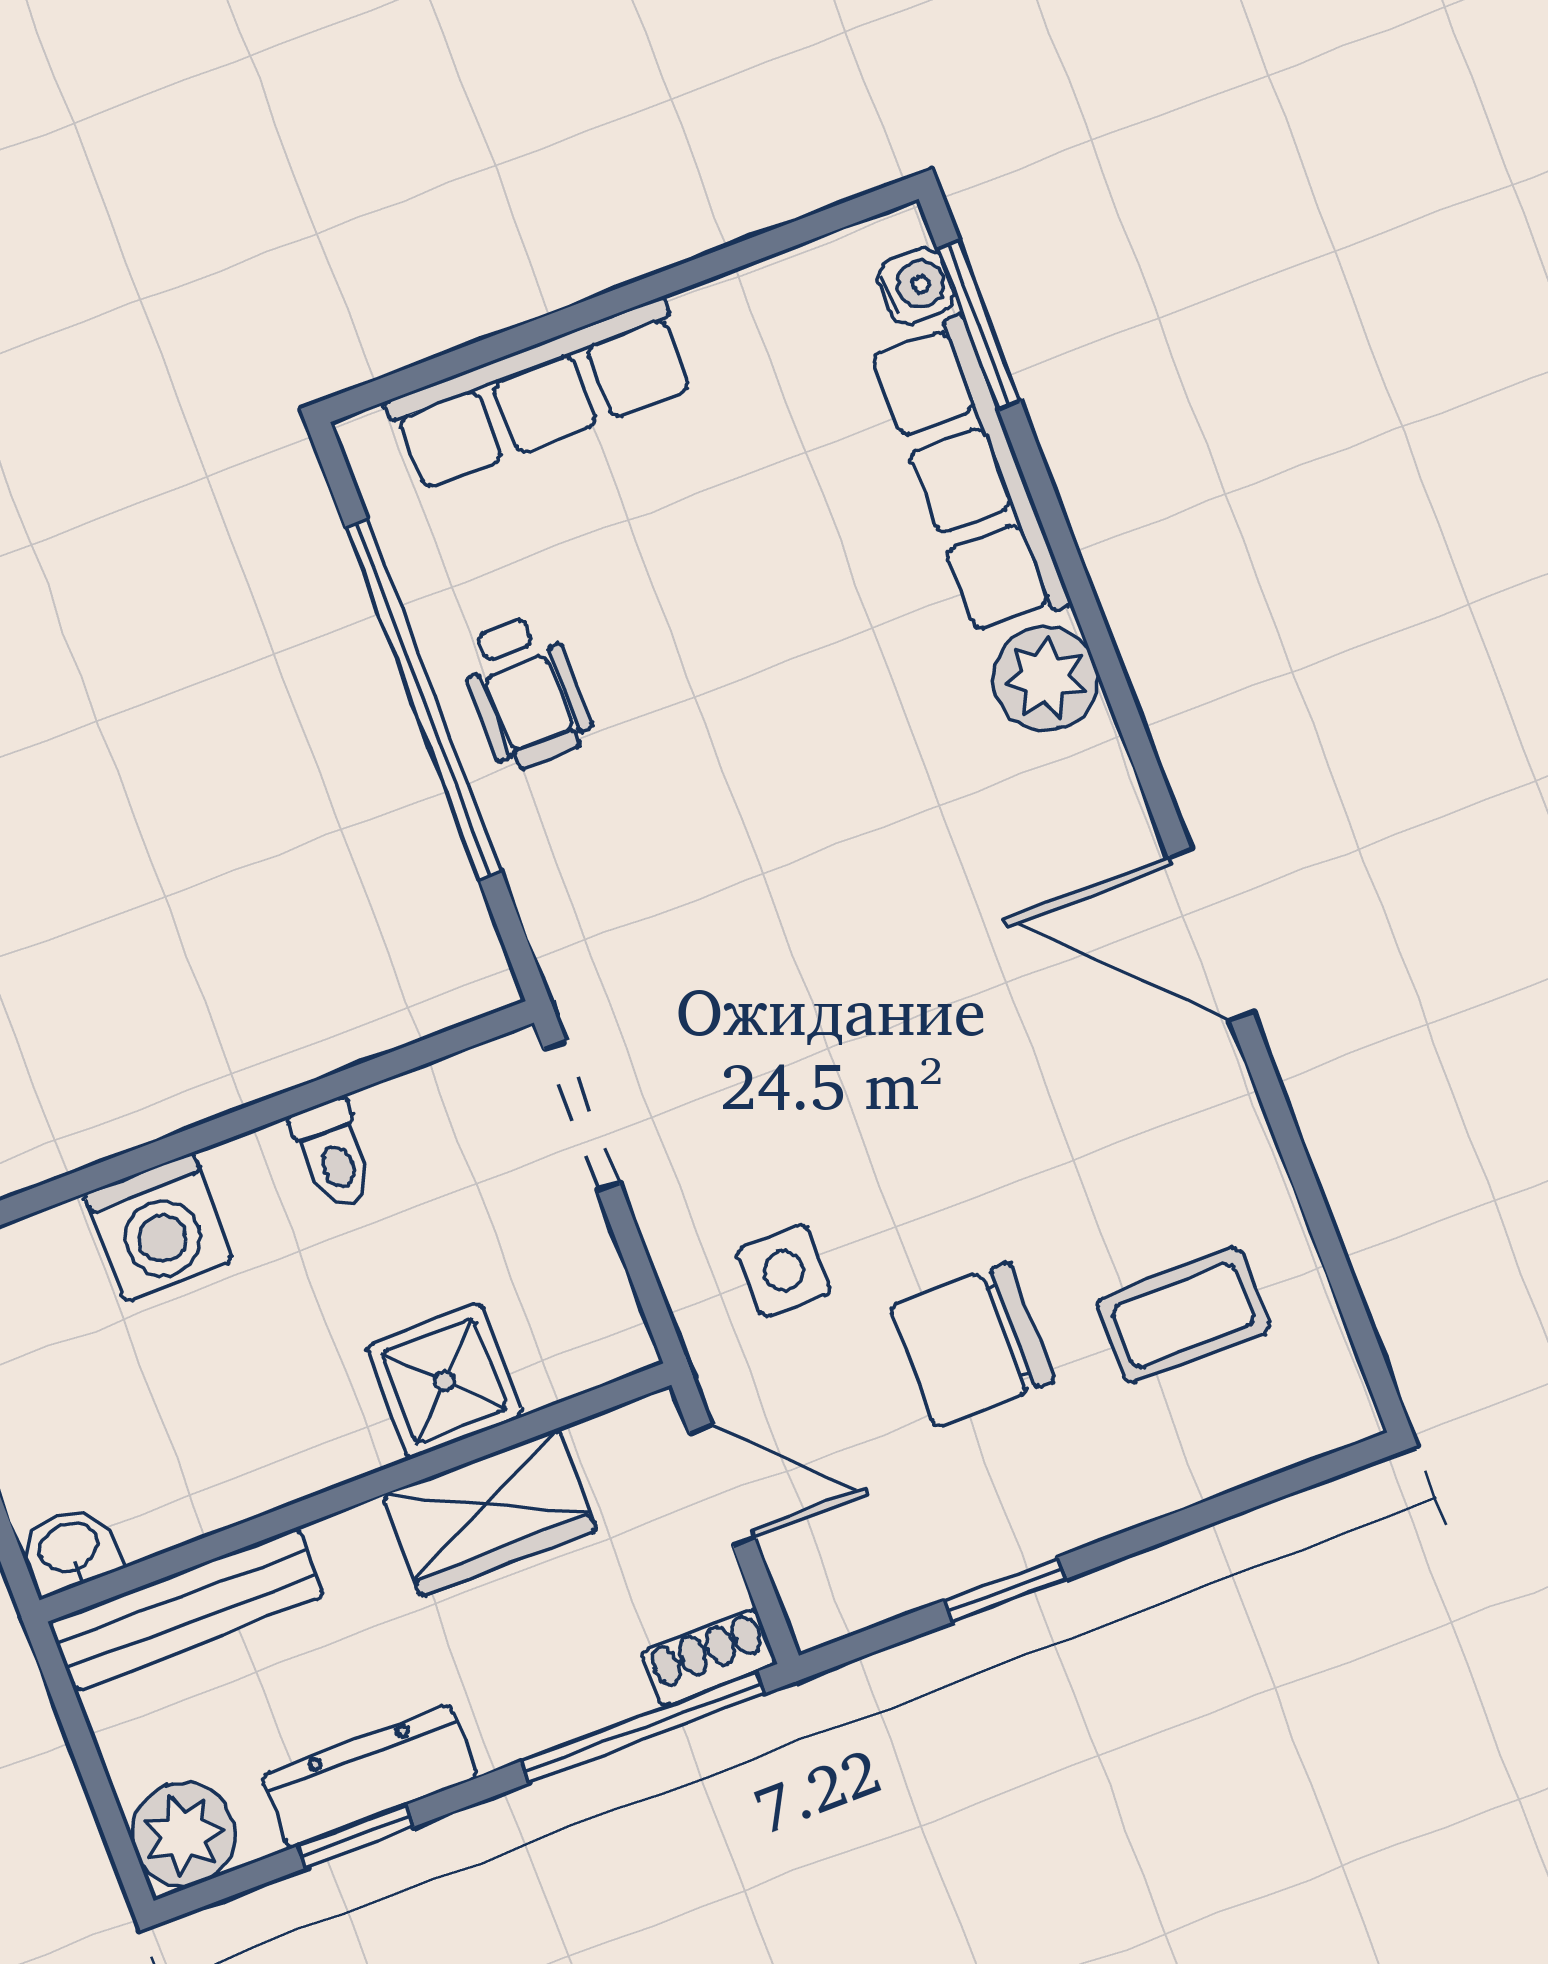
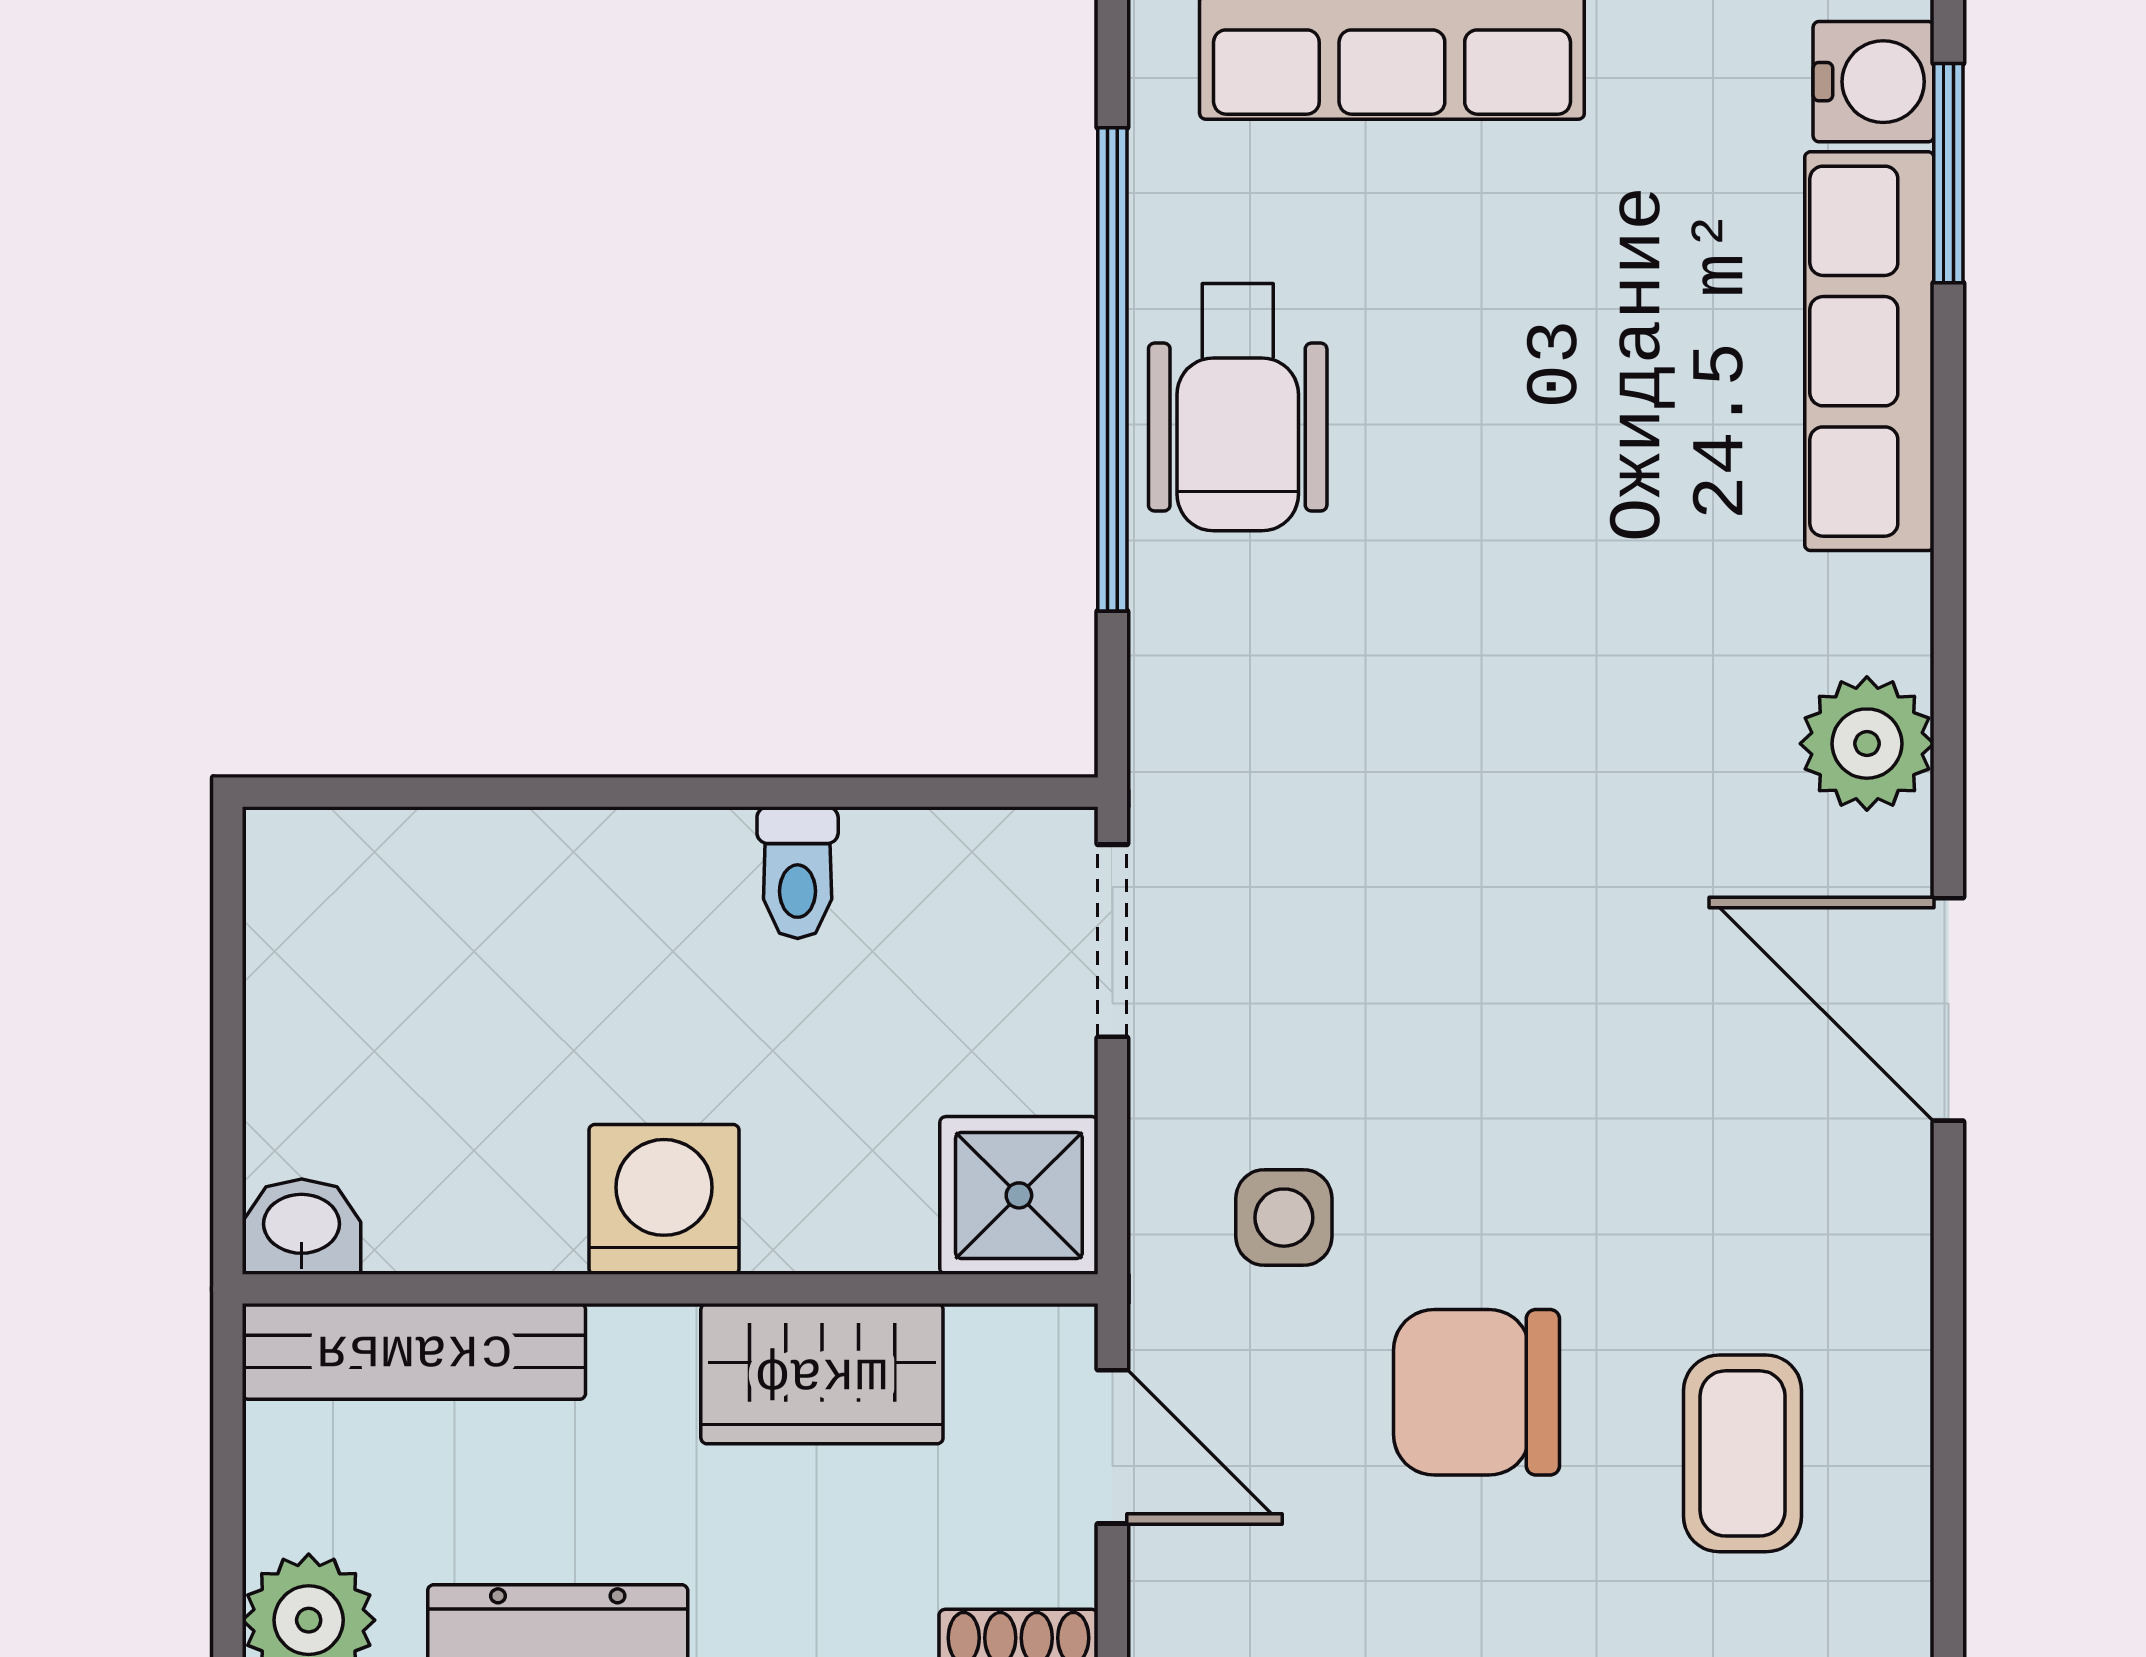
water cooler: (916, 286) -> (1874, 82), width x1.38, depth x1.38
plant: (1045, 678) -> (1867, 744), moved
wheelchair: (525, 692) -> (1238, 407), width x1.36, depth x1.37
washing machine: (159, 1227) -> (664, 1199), moved, turned 180
coffee table: (1183, 1315) -> (1743, 1453), turned 90
shower: (444, 1381) -> (1019, 1195), moved

